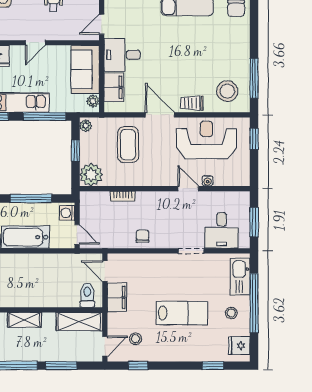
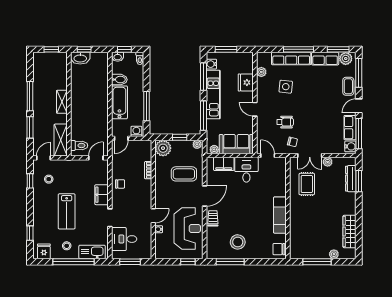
stool: (227, 91) -> (238, 242), moved
filing cabinet: (117, 297) -> (101, 195), moved, turned 90
door: (105, 346) -> (43, 158), swing flipped

